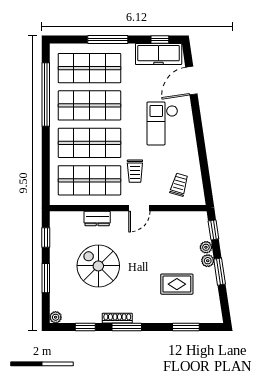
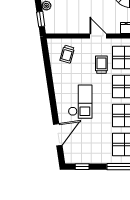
freezer: (159, 54) -> (83, 155), removed
door: (139, 208) -> (98, 36), hinge flipped

